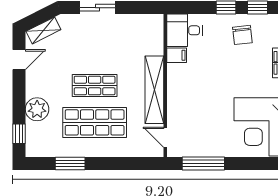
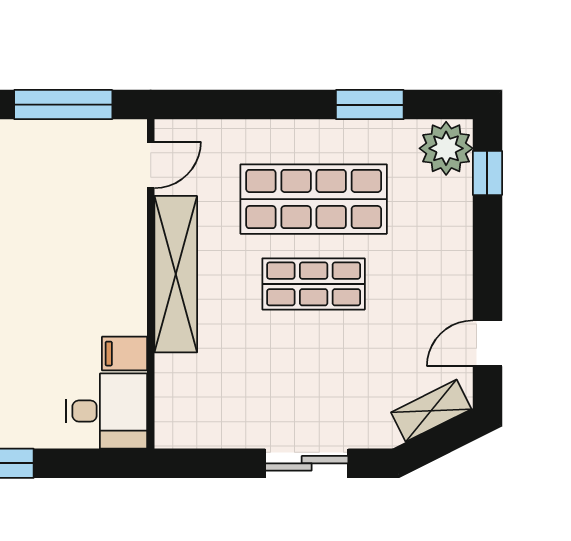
plant: (37, 109) -> (446, 148), moved
door: (165, 137) -> (151, 165), hinge flipped

